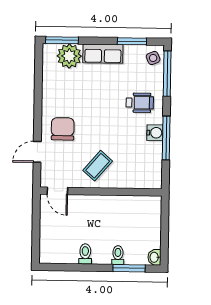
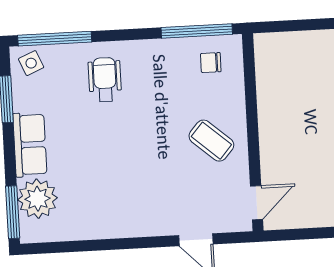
chair: (63, 129) -> (211, 63), moved, width x0.54, depth x0.54
water cooler: (155, 133) -> (152, 52), removed
window: (166, 138) -> (197, 31), moved

